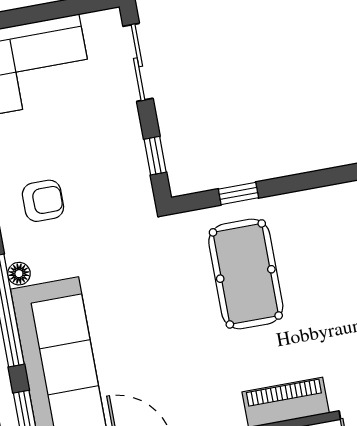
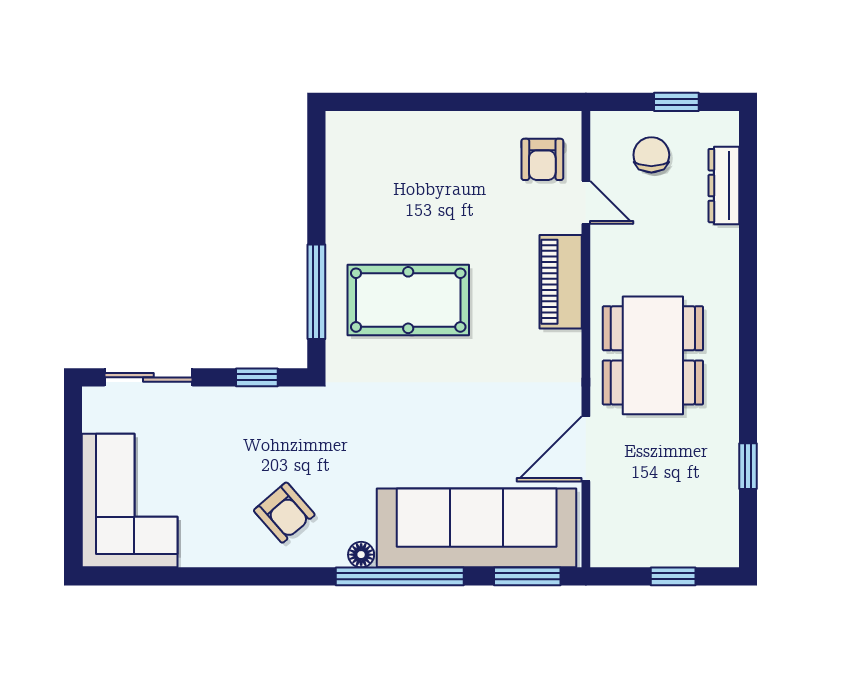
window: (238, 193) -> (316, 292), width x2.17
armchair: (43, 201) -> (284, 513), turned 139

